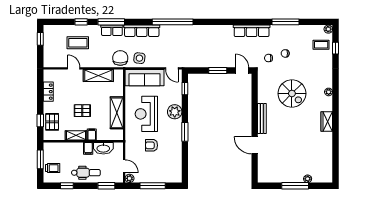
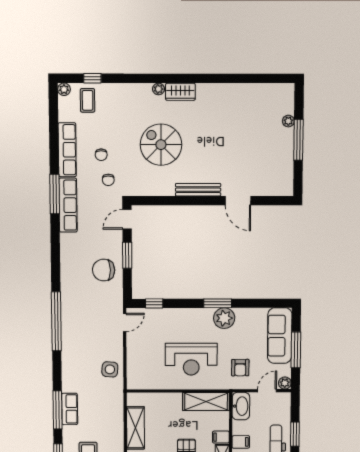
window: (285, 22) -> (55, 194), moved
row of seats: (142, 31) -> (67, 150), moved
chair: (120, 58) -> (104, 270), moved
sofa: (145, 78) -> (280, 336), moved, turned 180
spiral stairs: (292, 93) -> (161, 145), turned -90
plant: (175, 112) -> (224, 318), moved
shelving: (117, 113) -> (206, 402), moved
wardrobe: (327, 122) -> (180, 92), moved
armchair: (152, 145) -> (240, 368), moved
door: (255, 145) -> (238, 201), hinge flipped
washbasin: (103, 148) -> (241, 406), moved
window: (106, 186) -> (295, 434), moved

